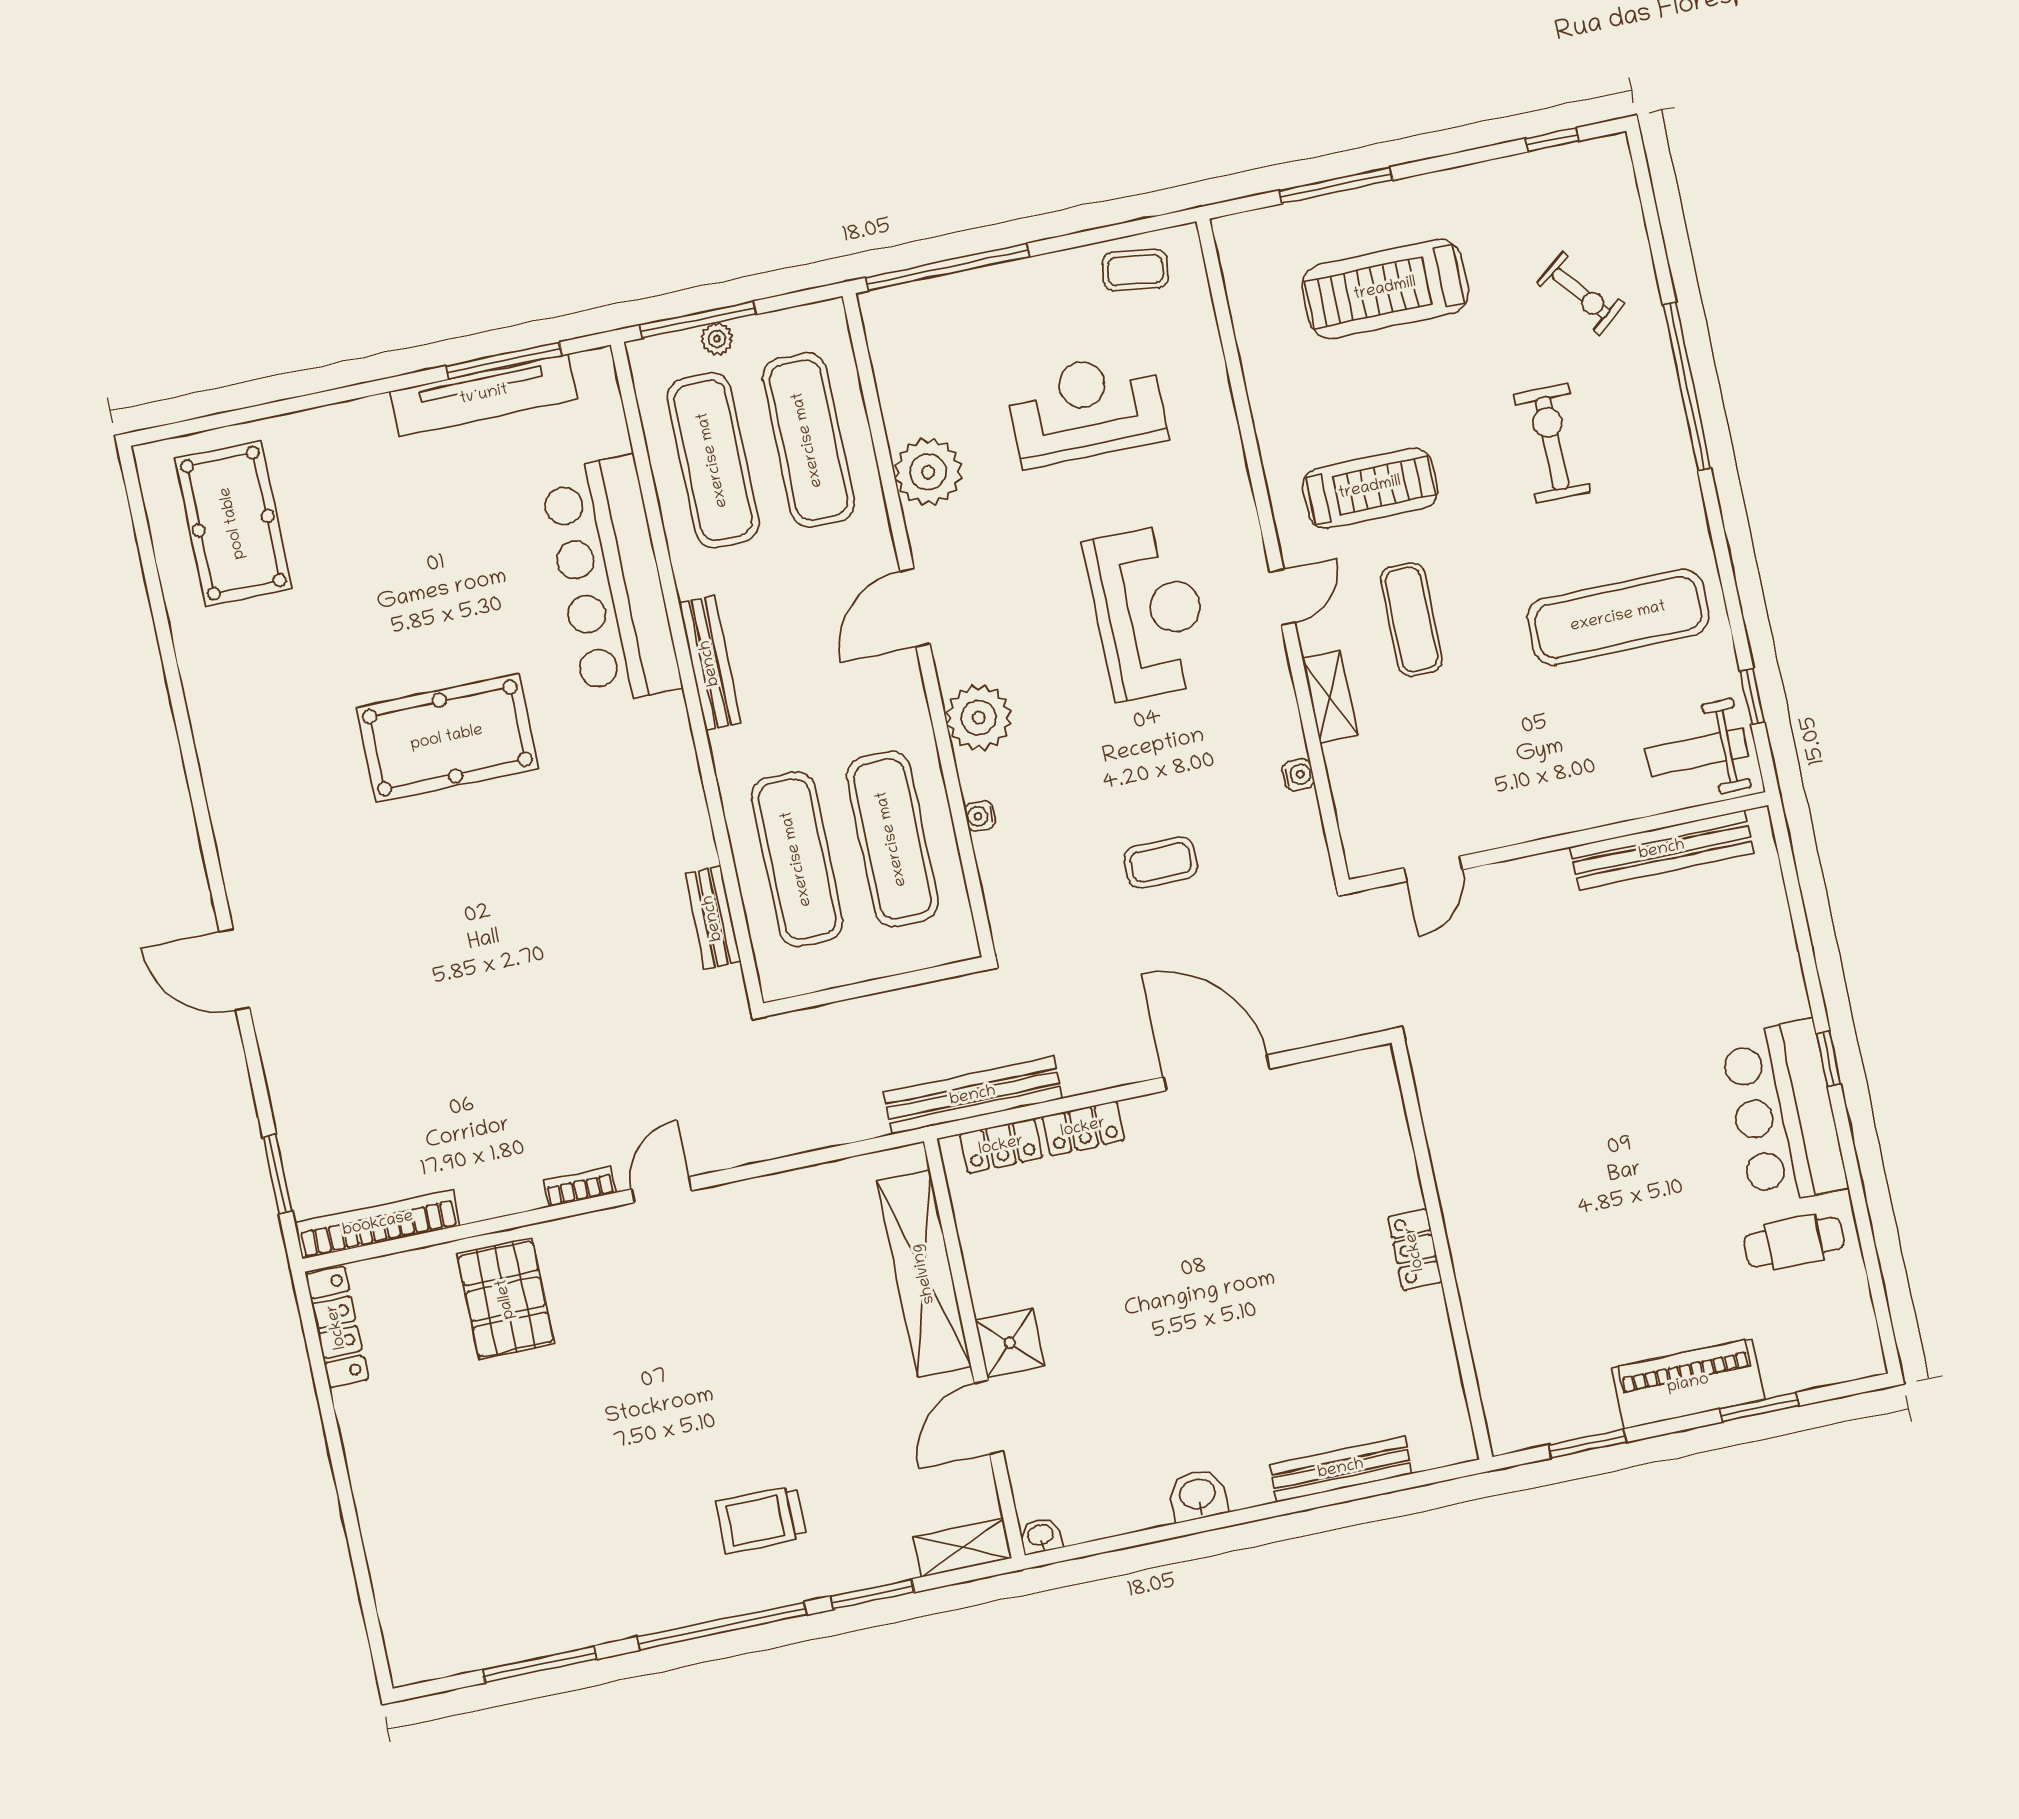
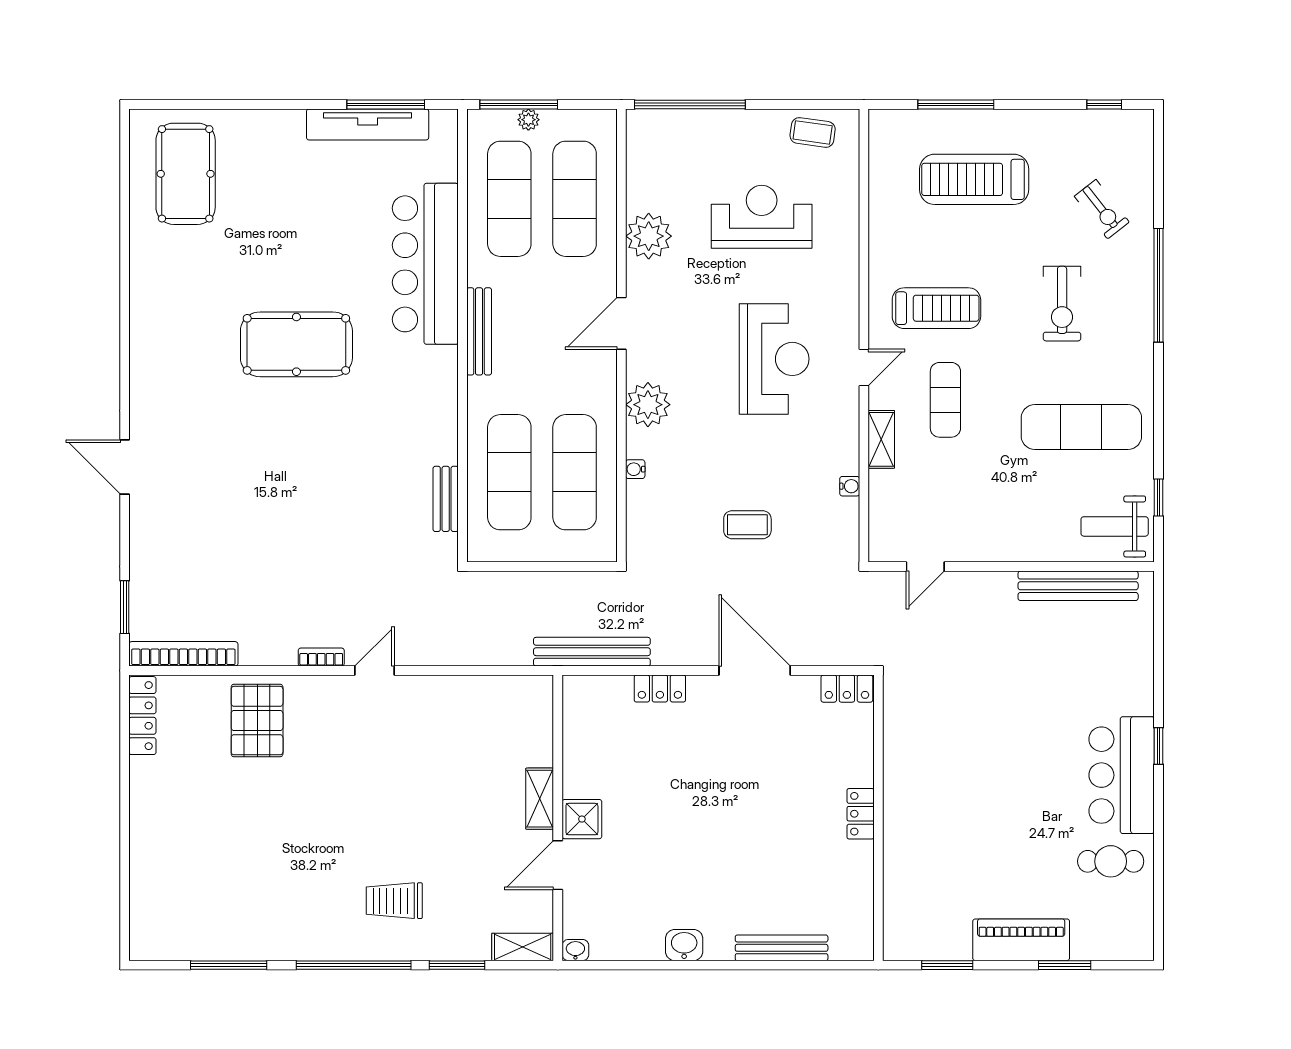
exercise bike: (1552, 443) -> (1062, 304), turned 180
locker: (1001, 1146) -> (847, 689), moved
shelving: (924, 1274) -> (540, 799), width x0.45, depth x0.75

